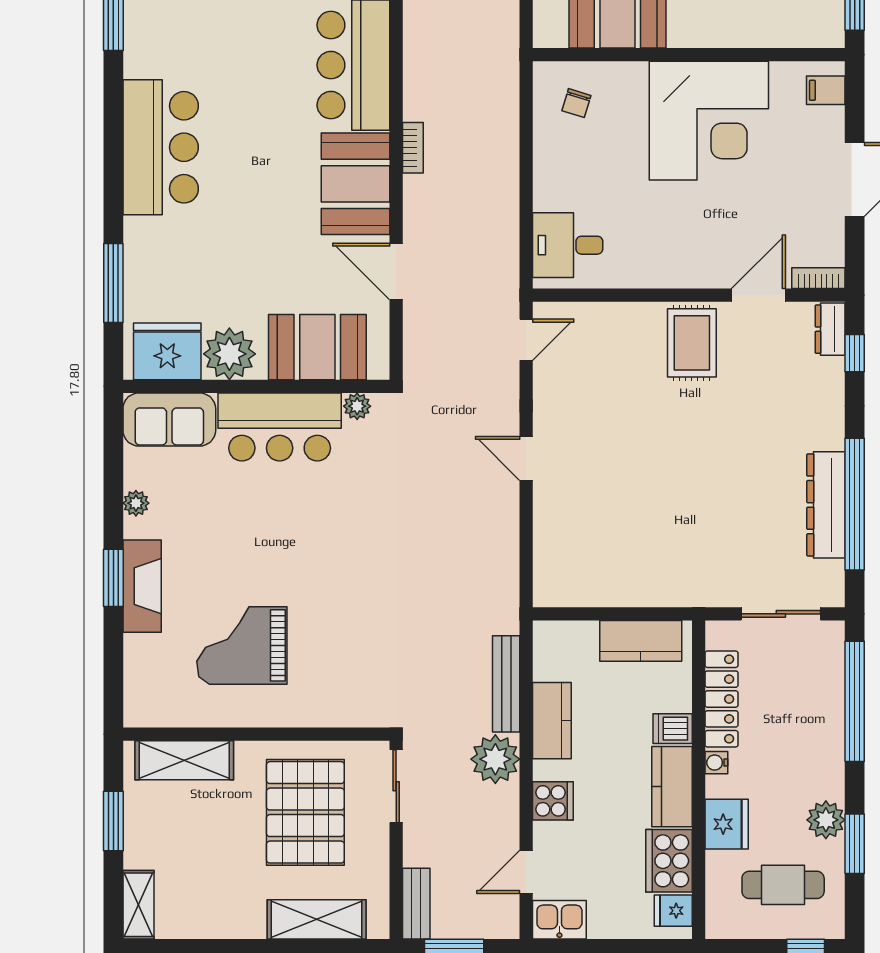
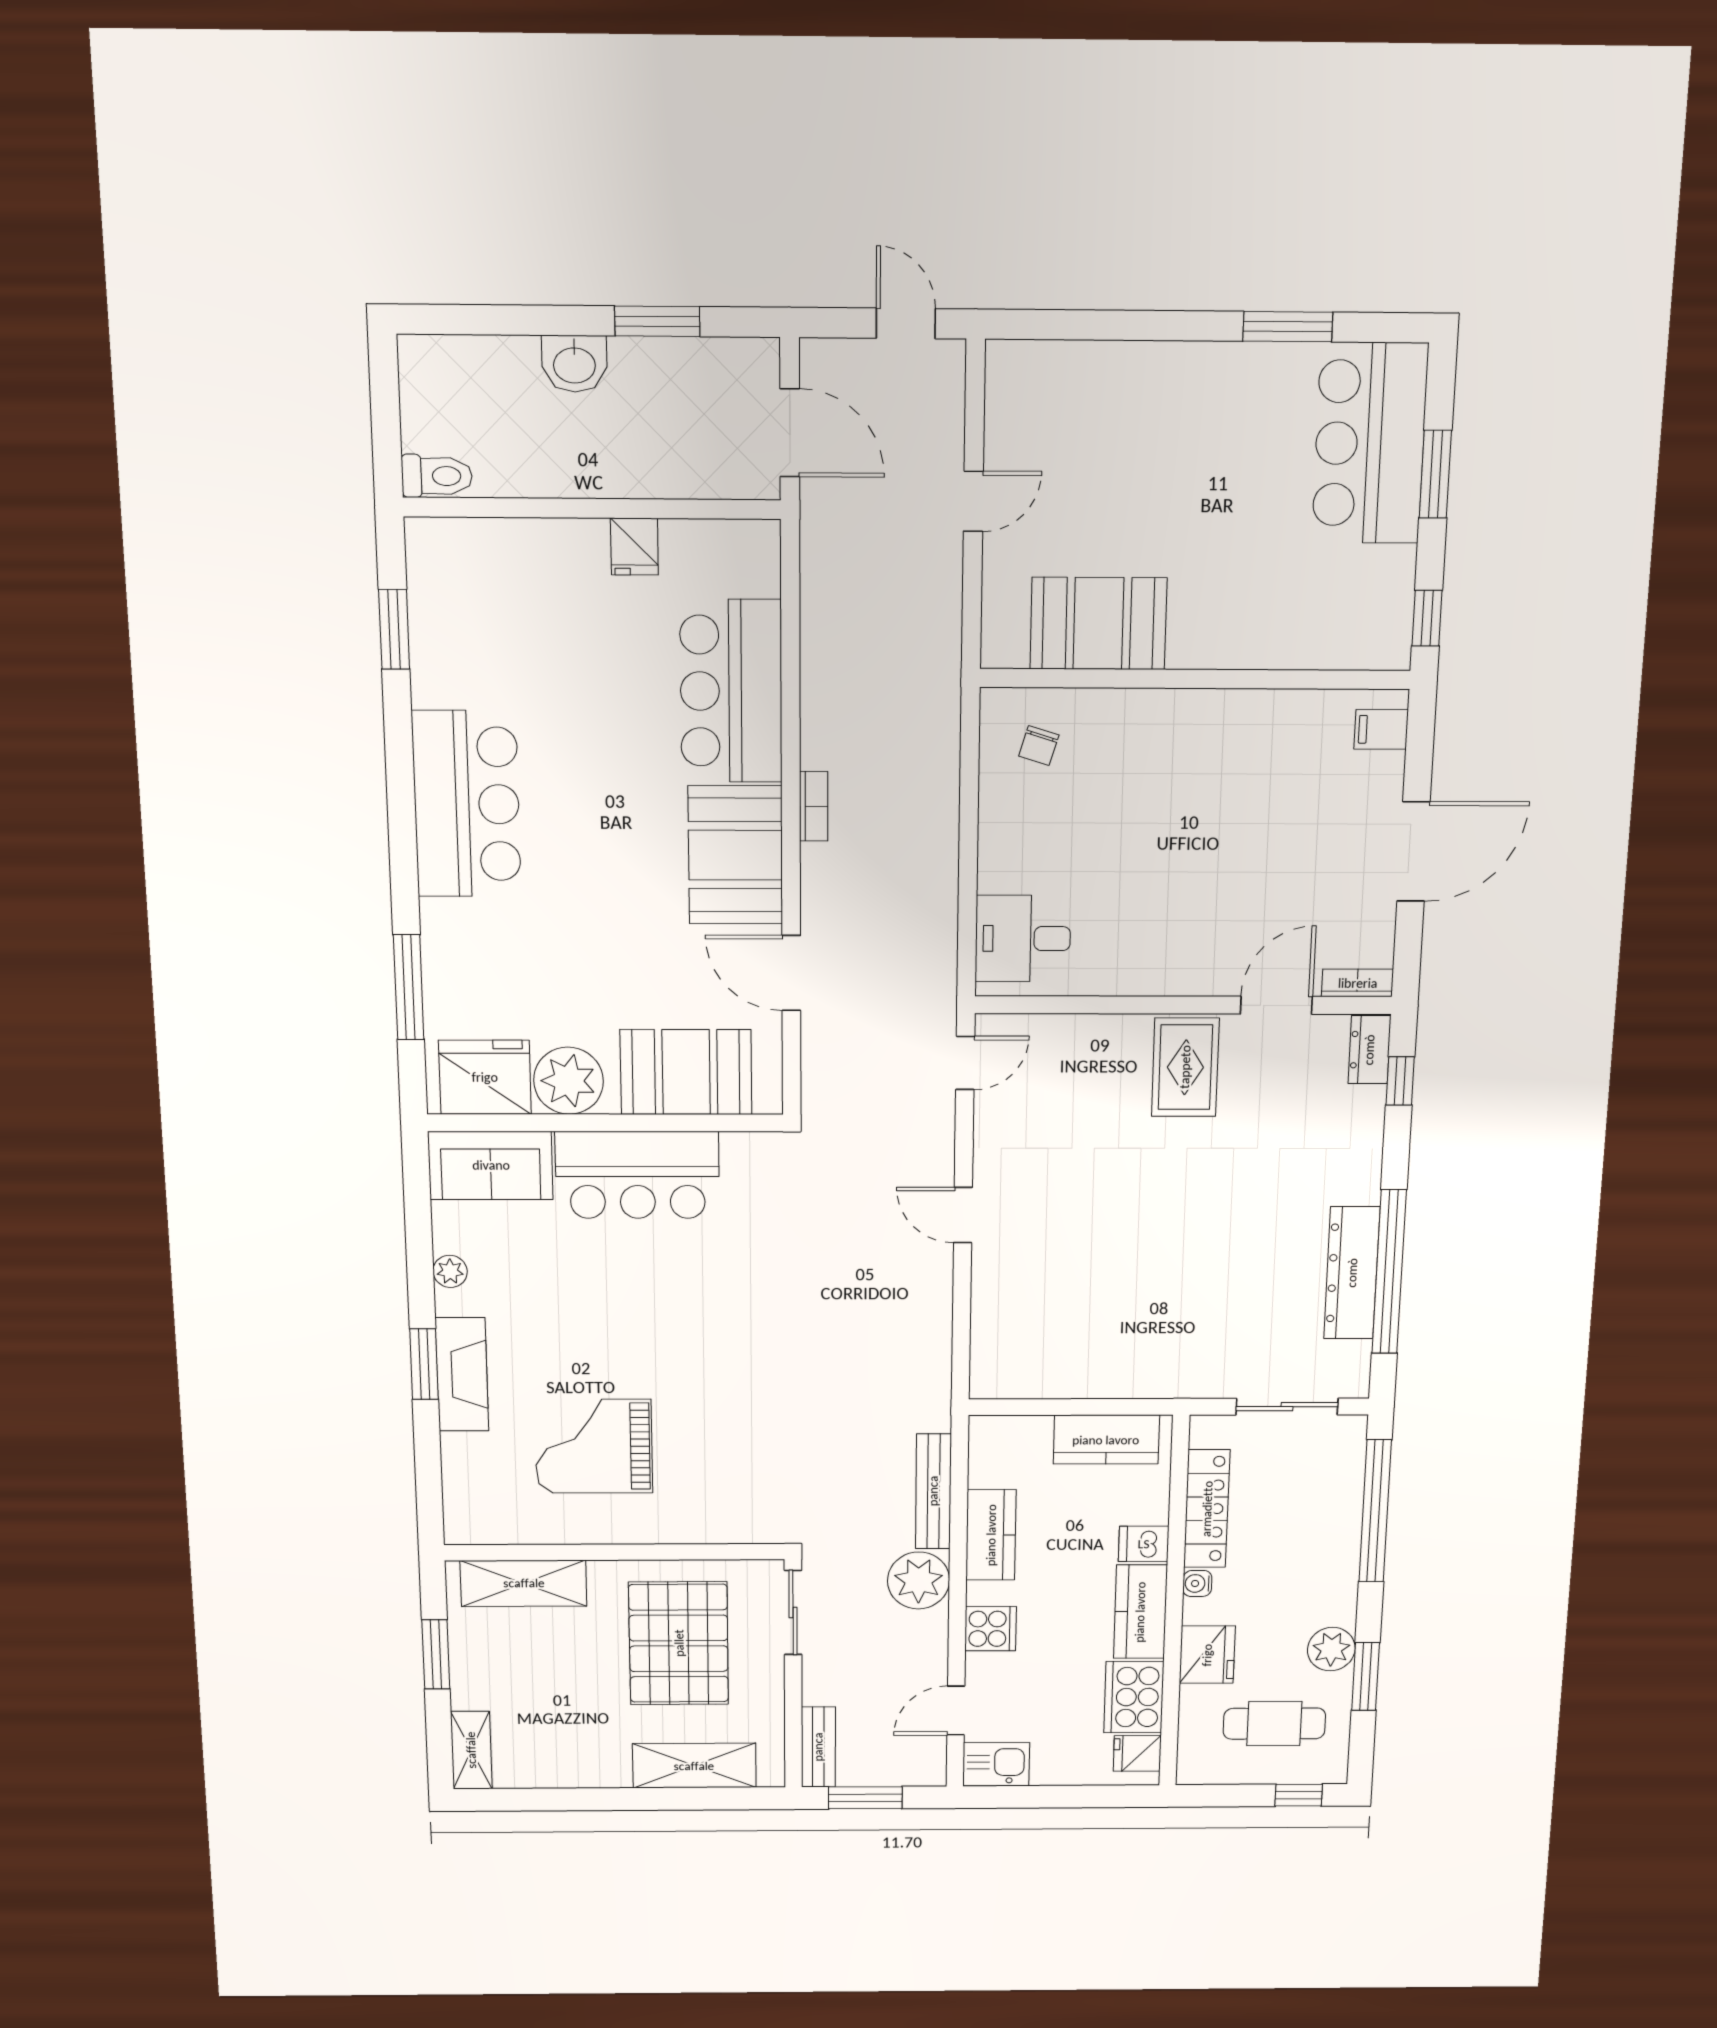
corner desk: (709, 121) -> (1219, 771), removed
plant: (357, 406) -> (740, 1148), removed

